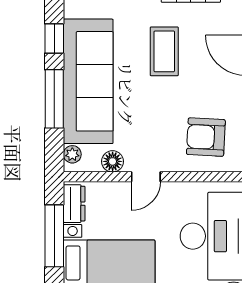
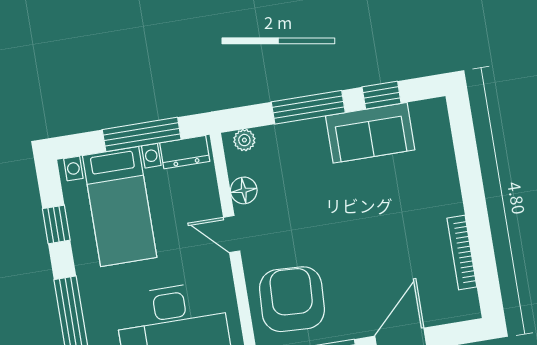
coffee table: (164, 51) -> (388, 231), removed
sofa: (88, 81) -> (370, 133), width x0.54, depth x0.79
armchair: (206, 137) -> (292, 299), width x1.36, depth x1.36

